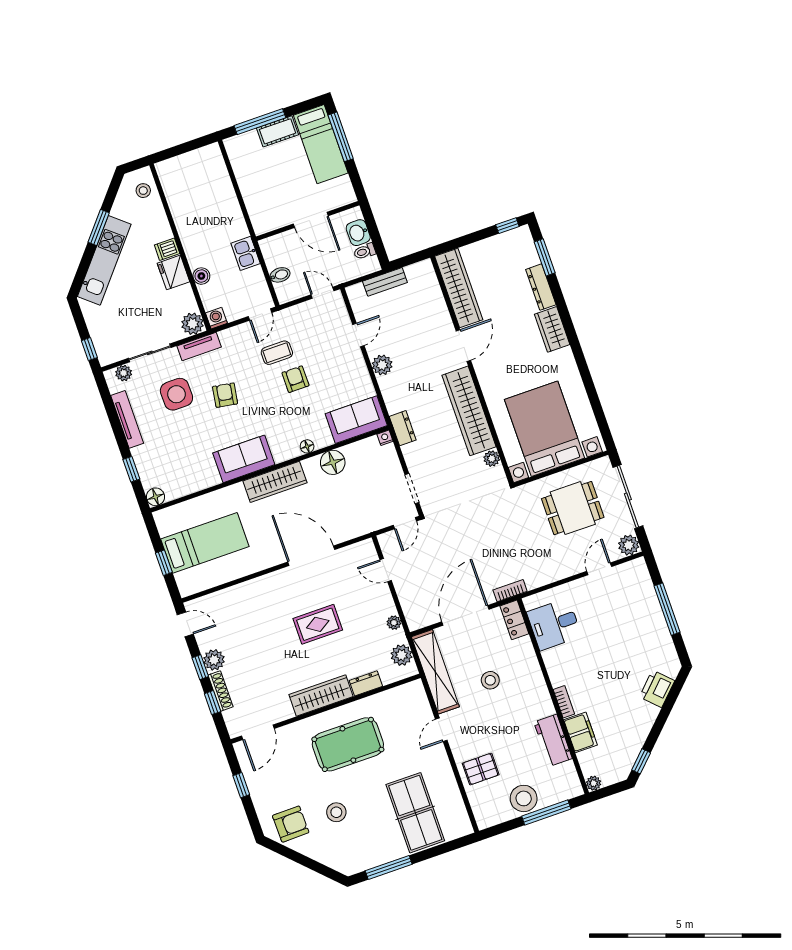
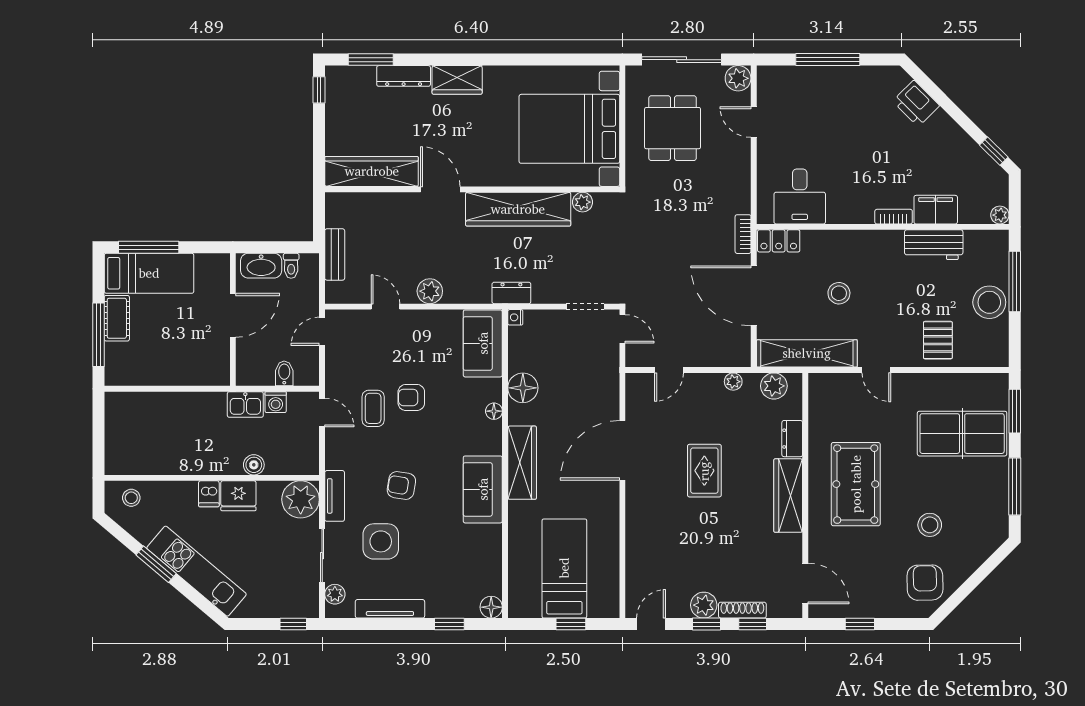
washbasin: (358, 233) -> (261, 266), width x1.38
washing machine: (216, 318) -> (276, 402), moved, turned -90
plant: (193, 324) -> (301, 499), width x1.36, depth x1.36
window: (447, 847) -> (1015, 411), added

